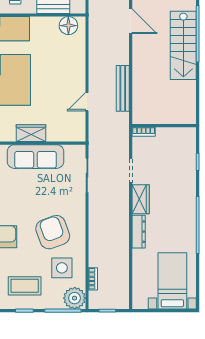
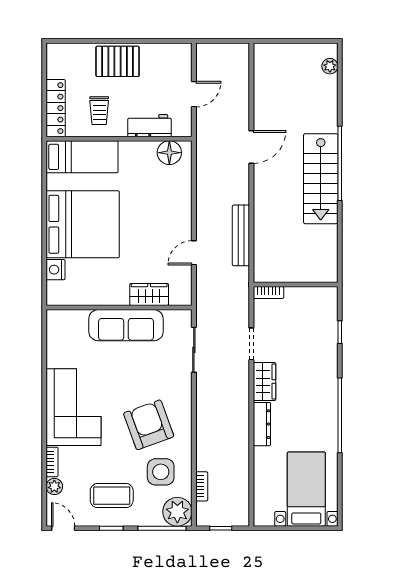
door: (131, 21) -> (251, 147), hinge flipped
wardrobe: (31, 133) -> (149, 294), moved

